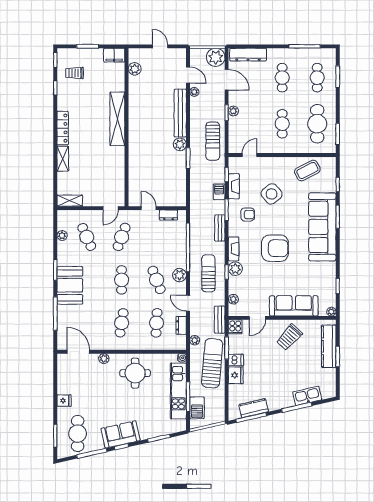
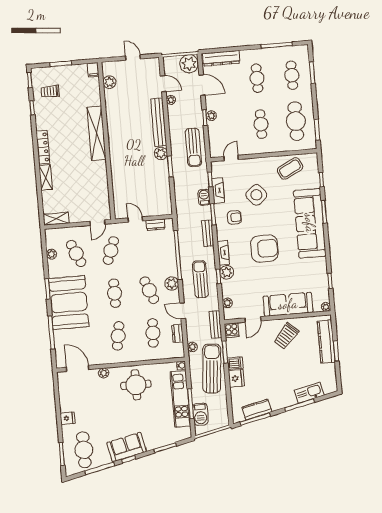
filing cabinet: (114, 55) -> (93, 70), width x0.50
booth: (70, 285) -> (69, 303), width x1.36, depth x1.42

